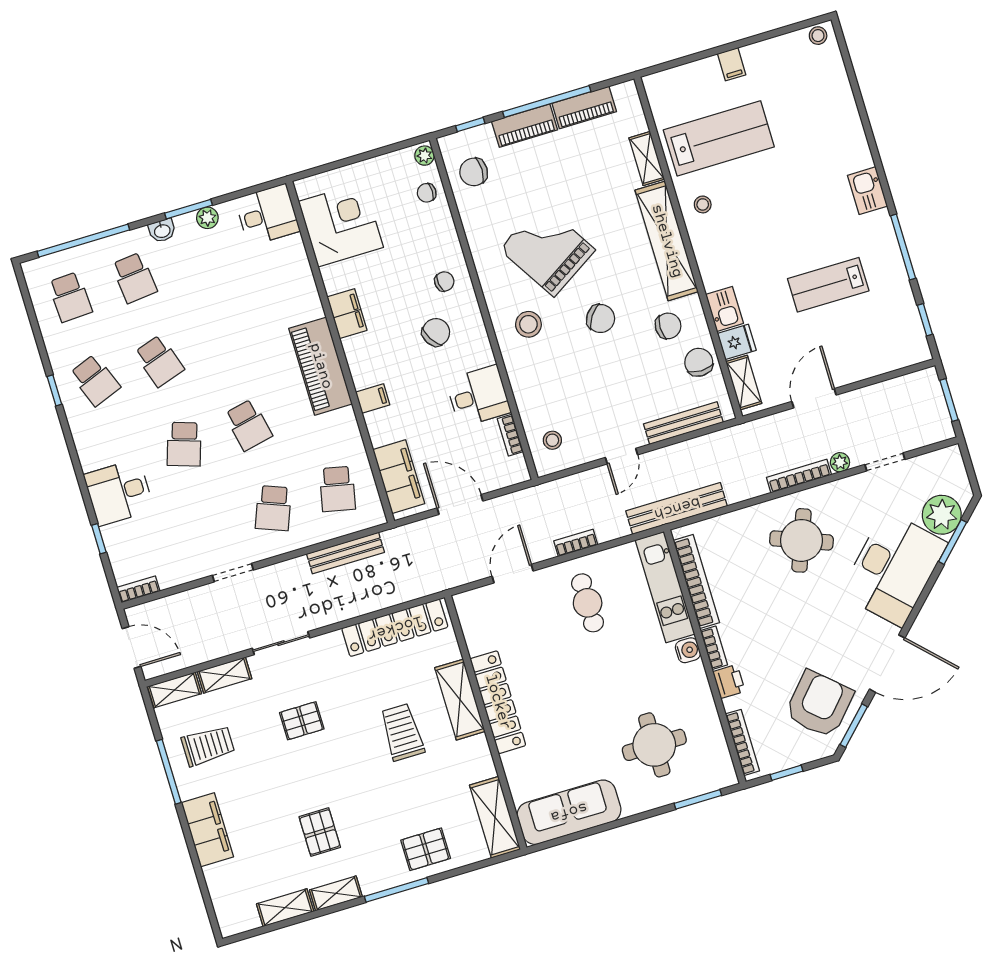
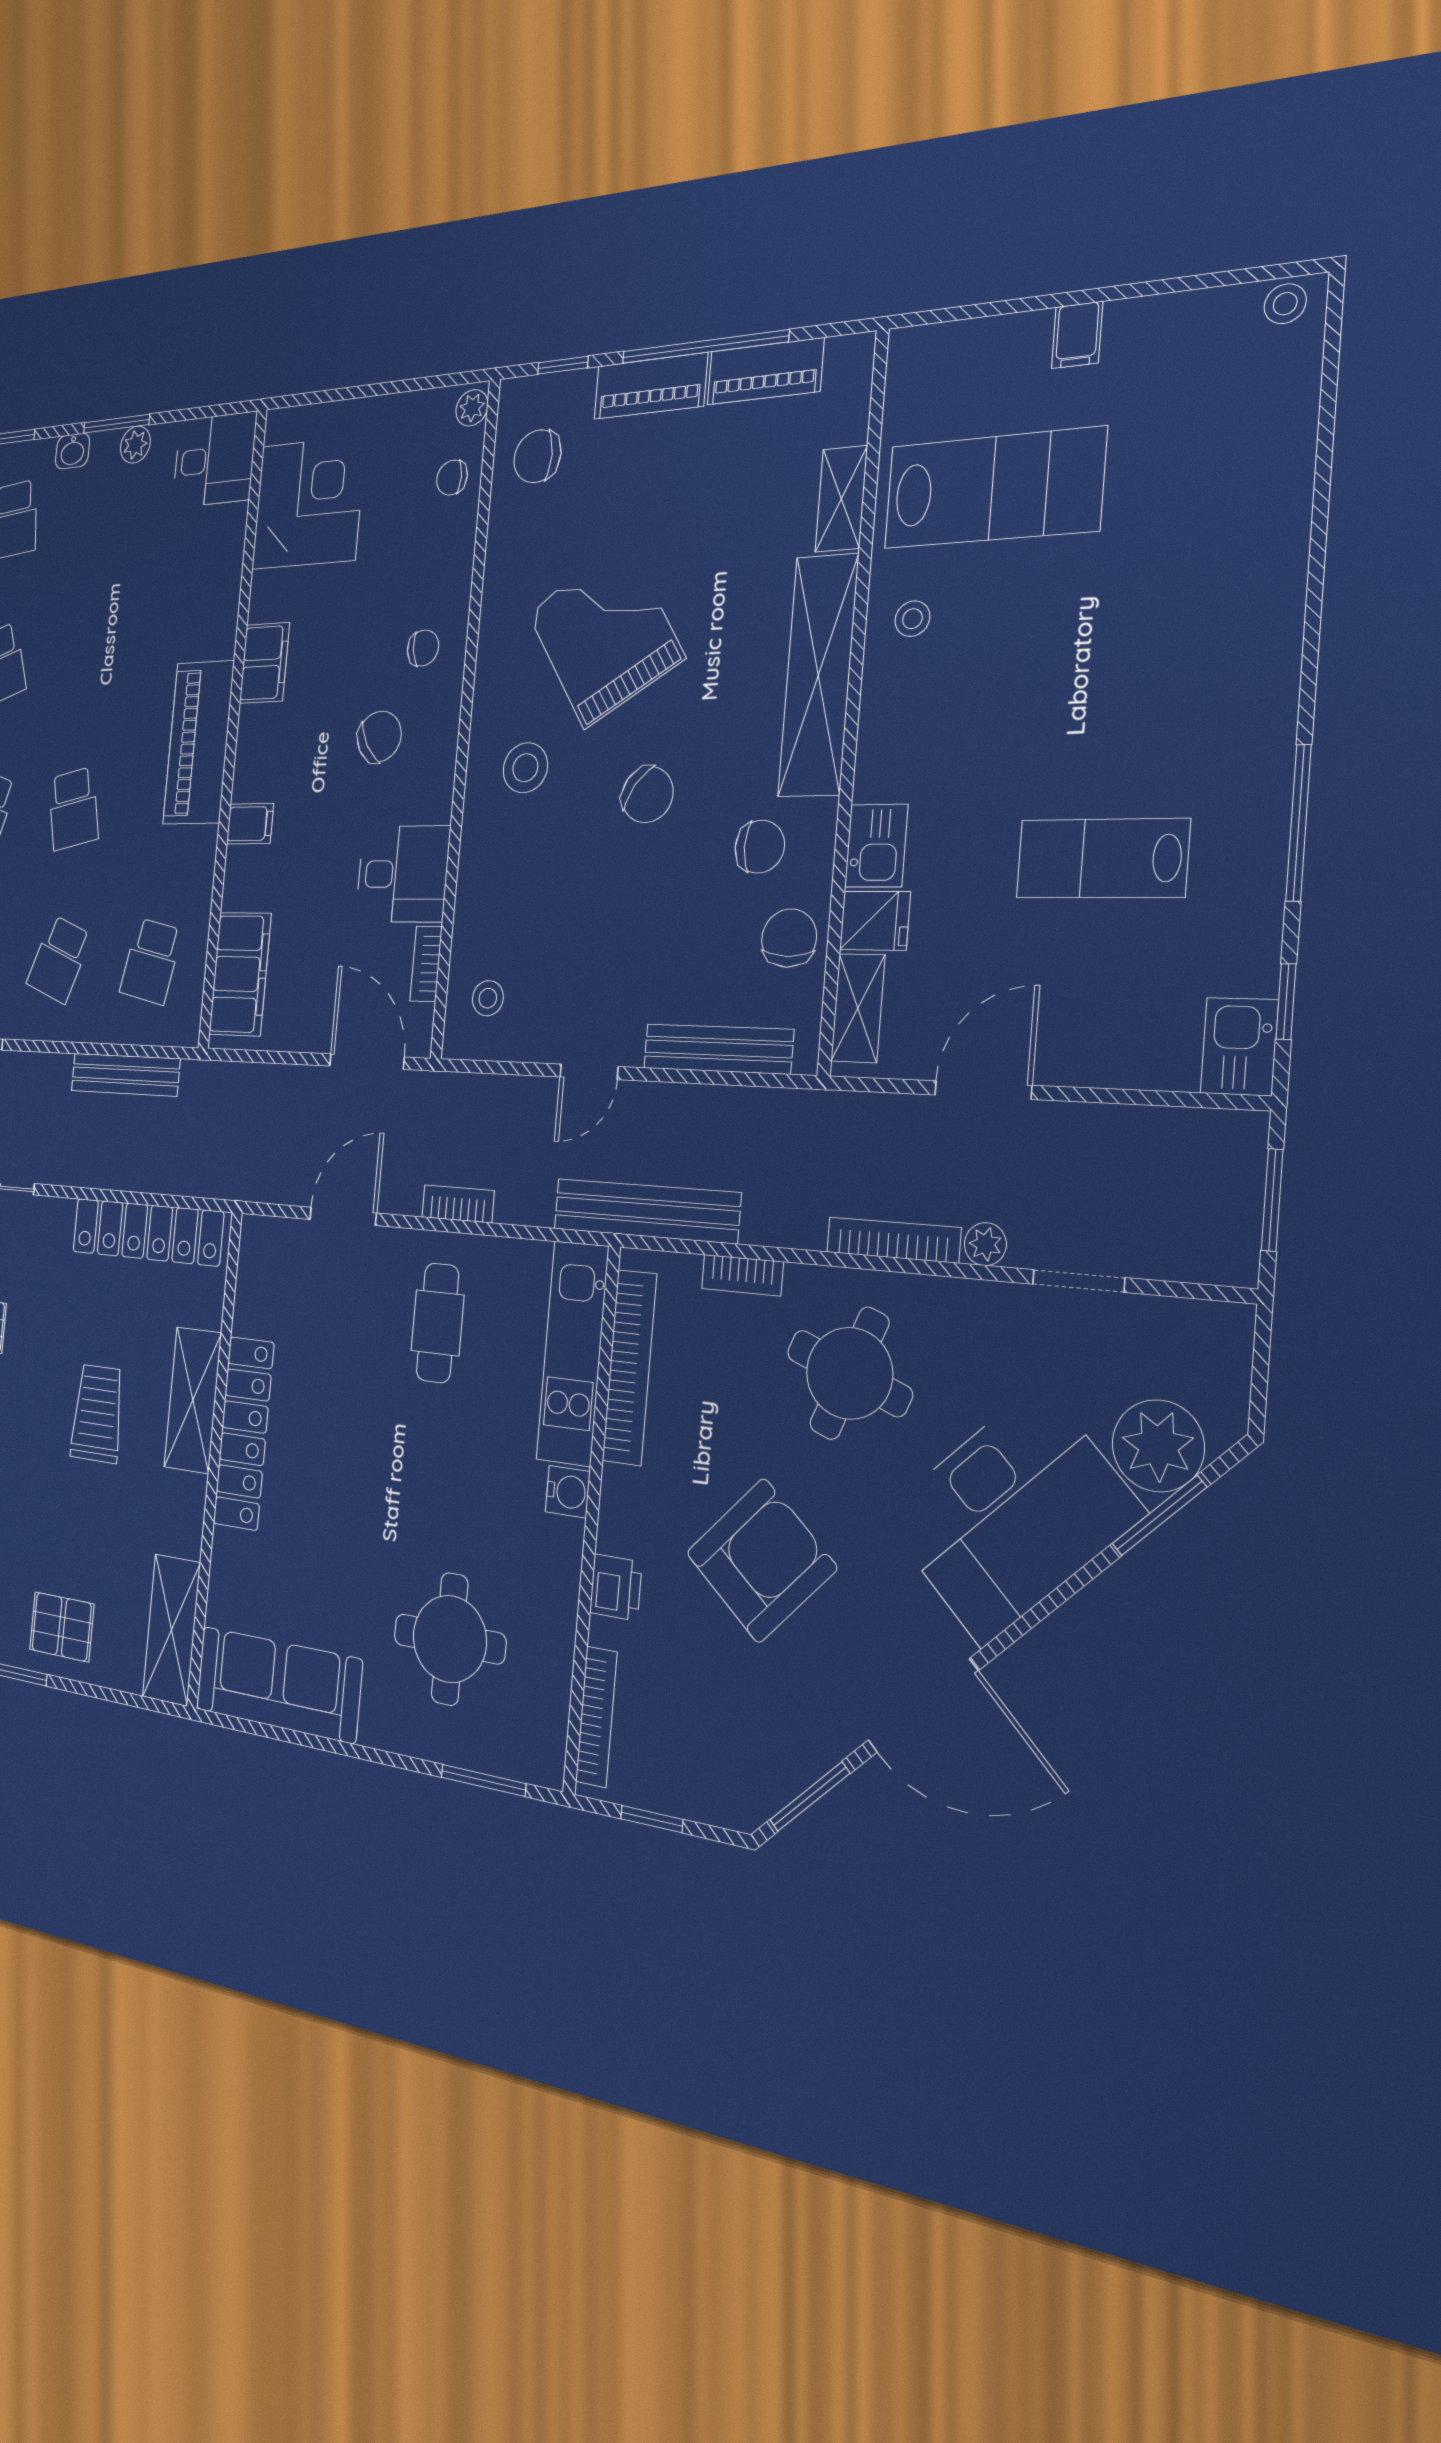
kitchen sink: (867, 191) -> (1239, 1047), moved
door: (460, 504) -> (367, 1062), moved
bookcase: (714, 648) -> (742, 1275), moved, turned 90
armchair: (819, 704) -> (761, 1560), moved

